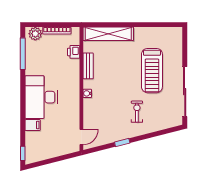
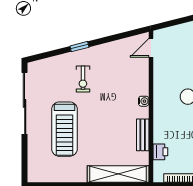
treadmill: (152, 71) -> (64, 129), turned 180
window: (122, 143) -> (79, 47), moved

